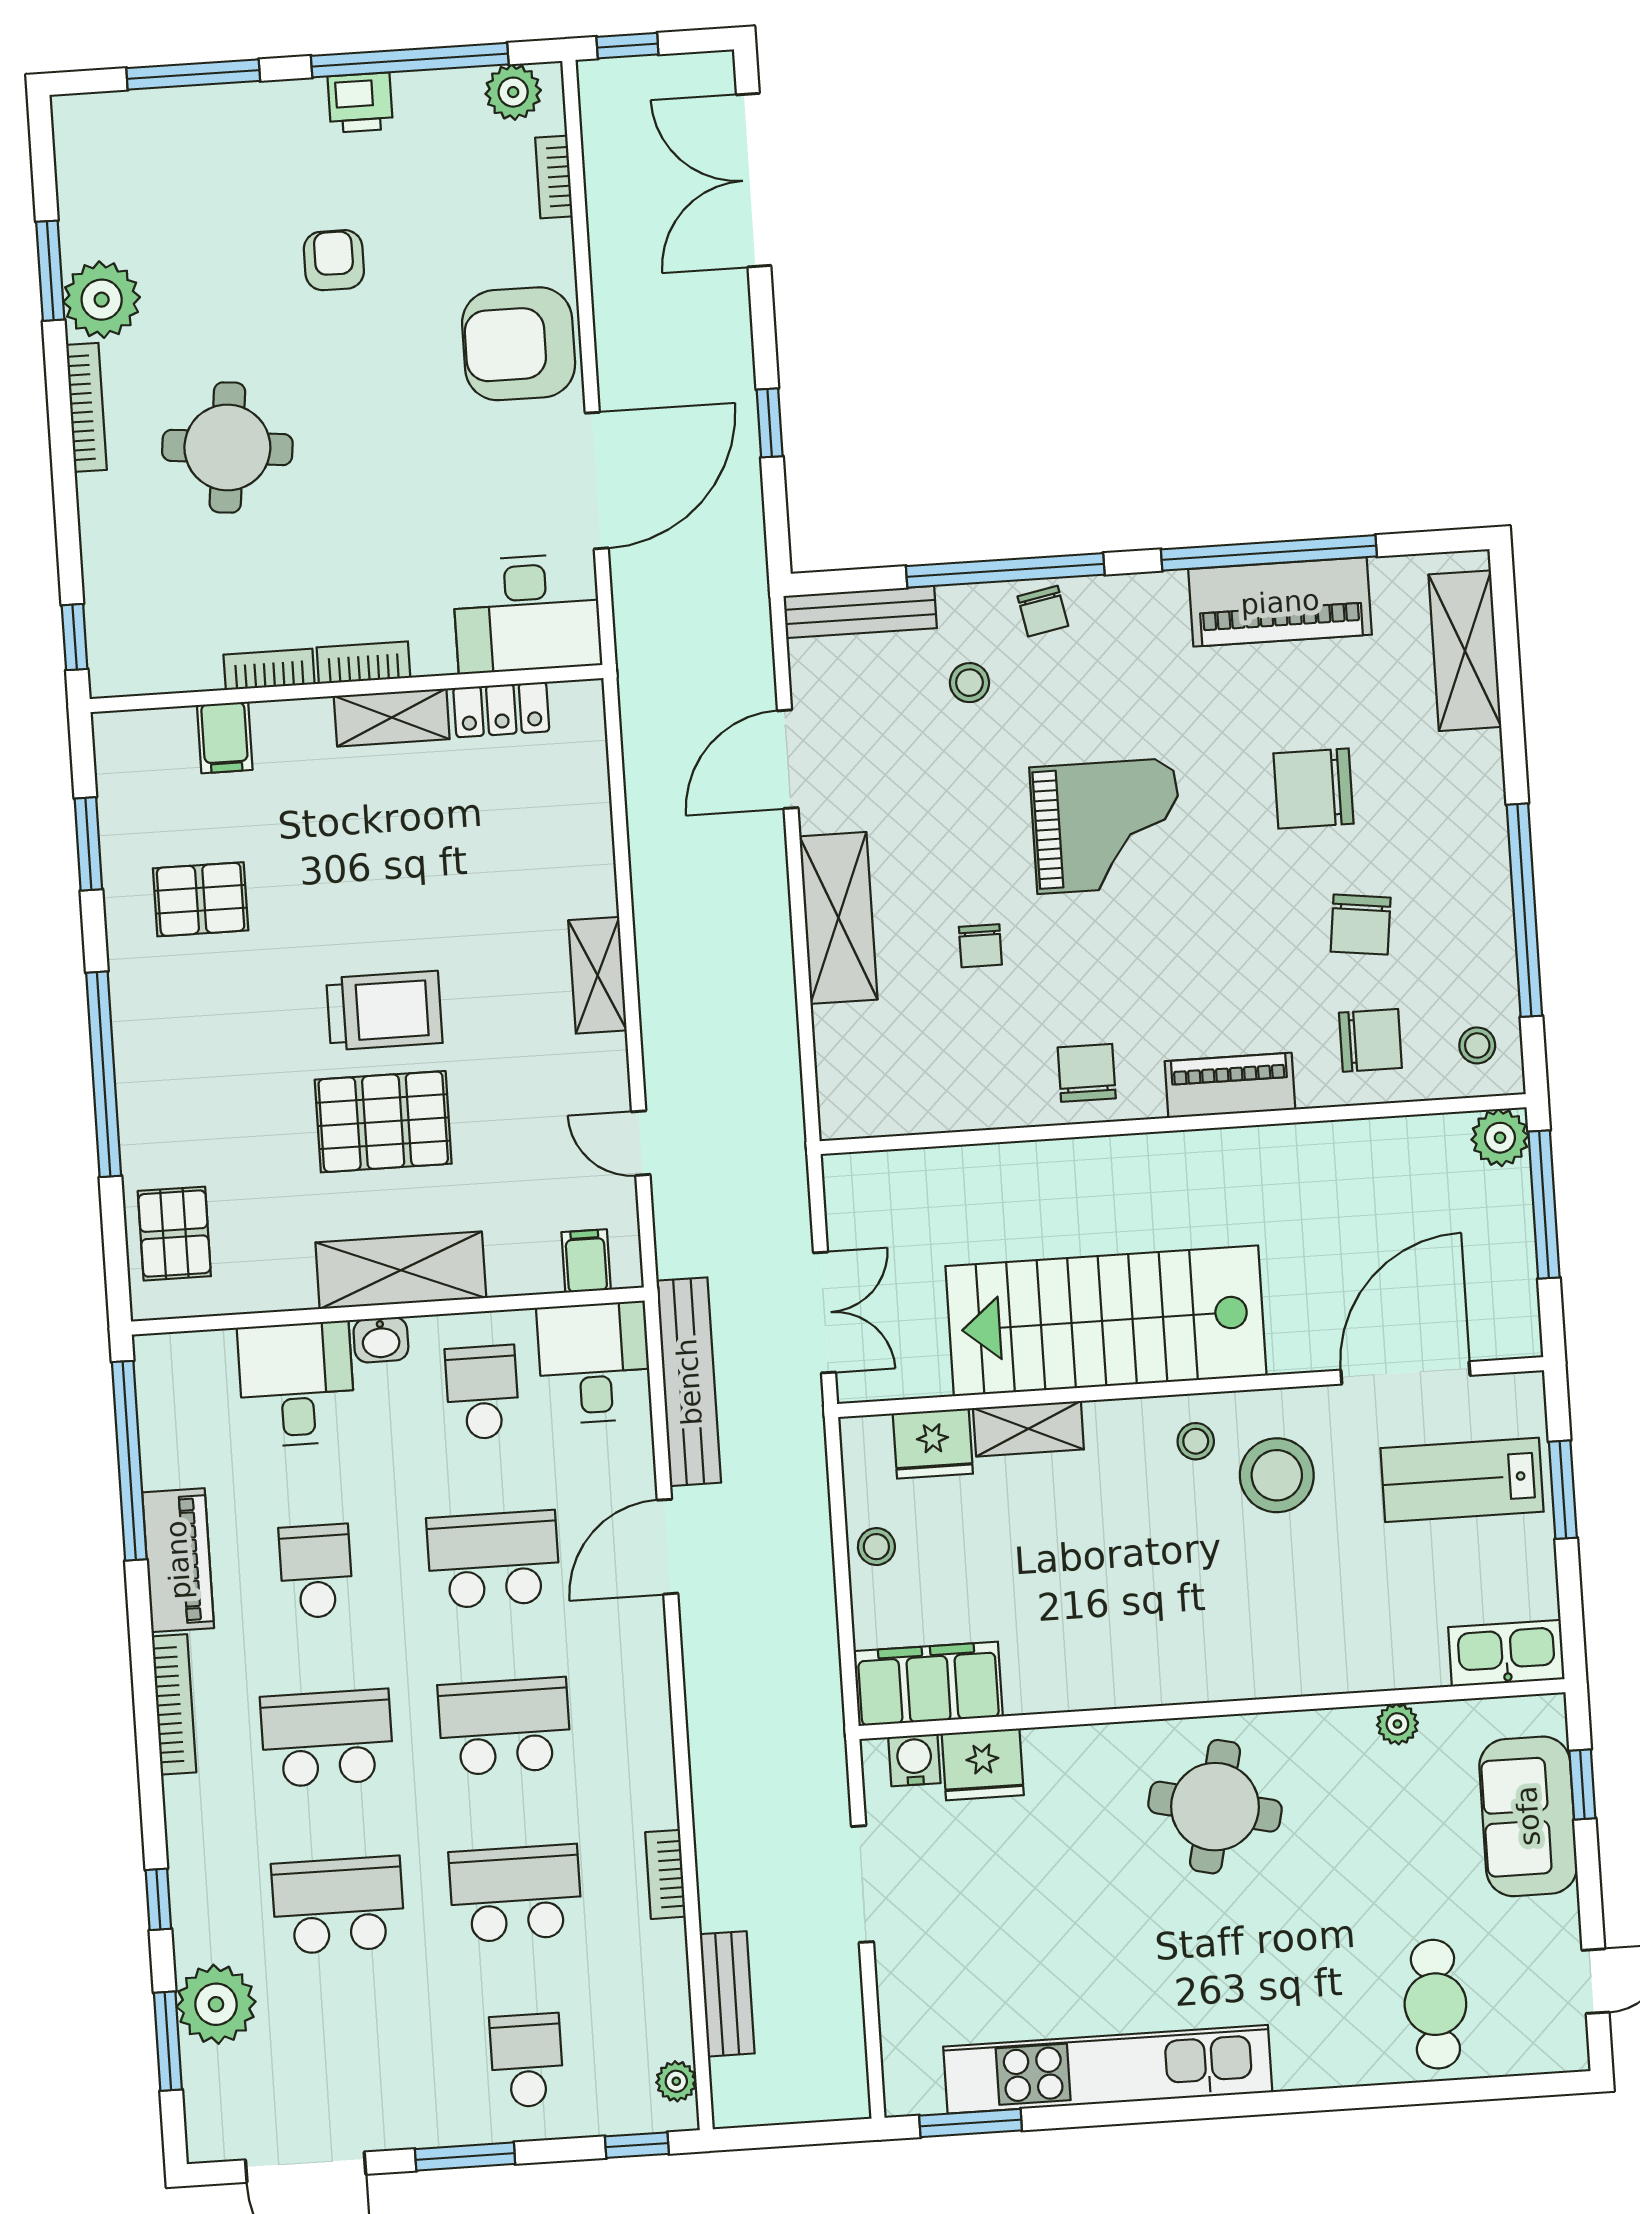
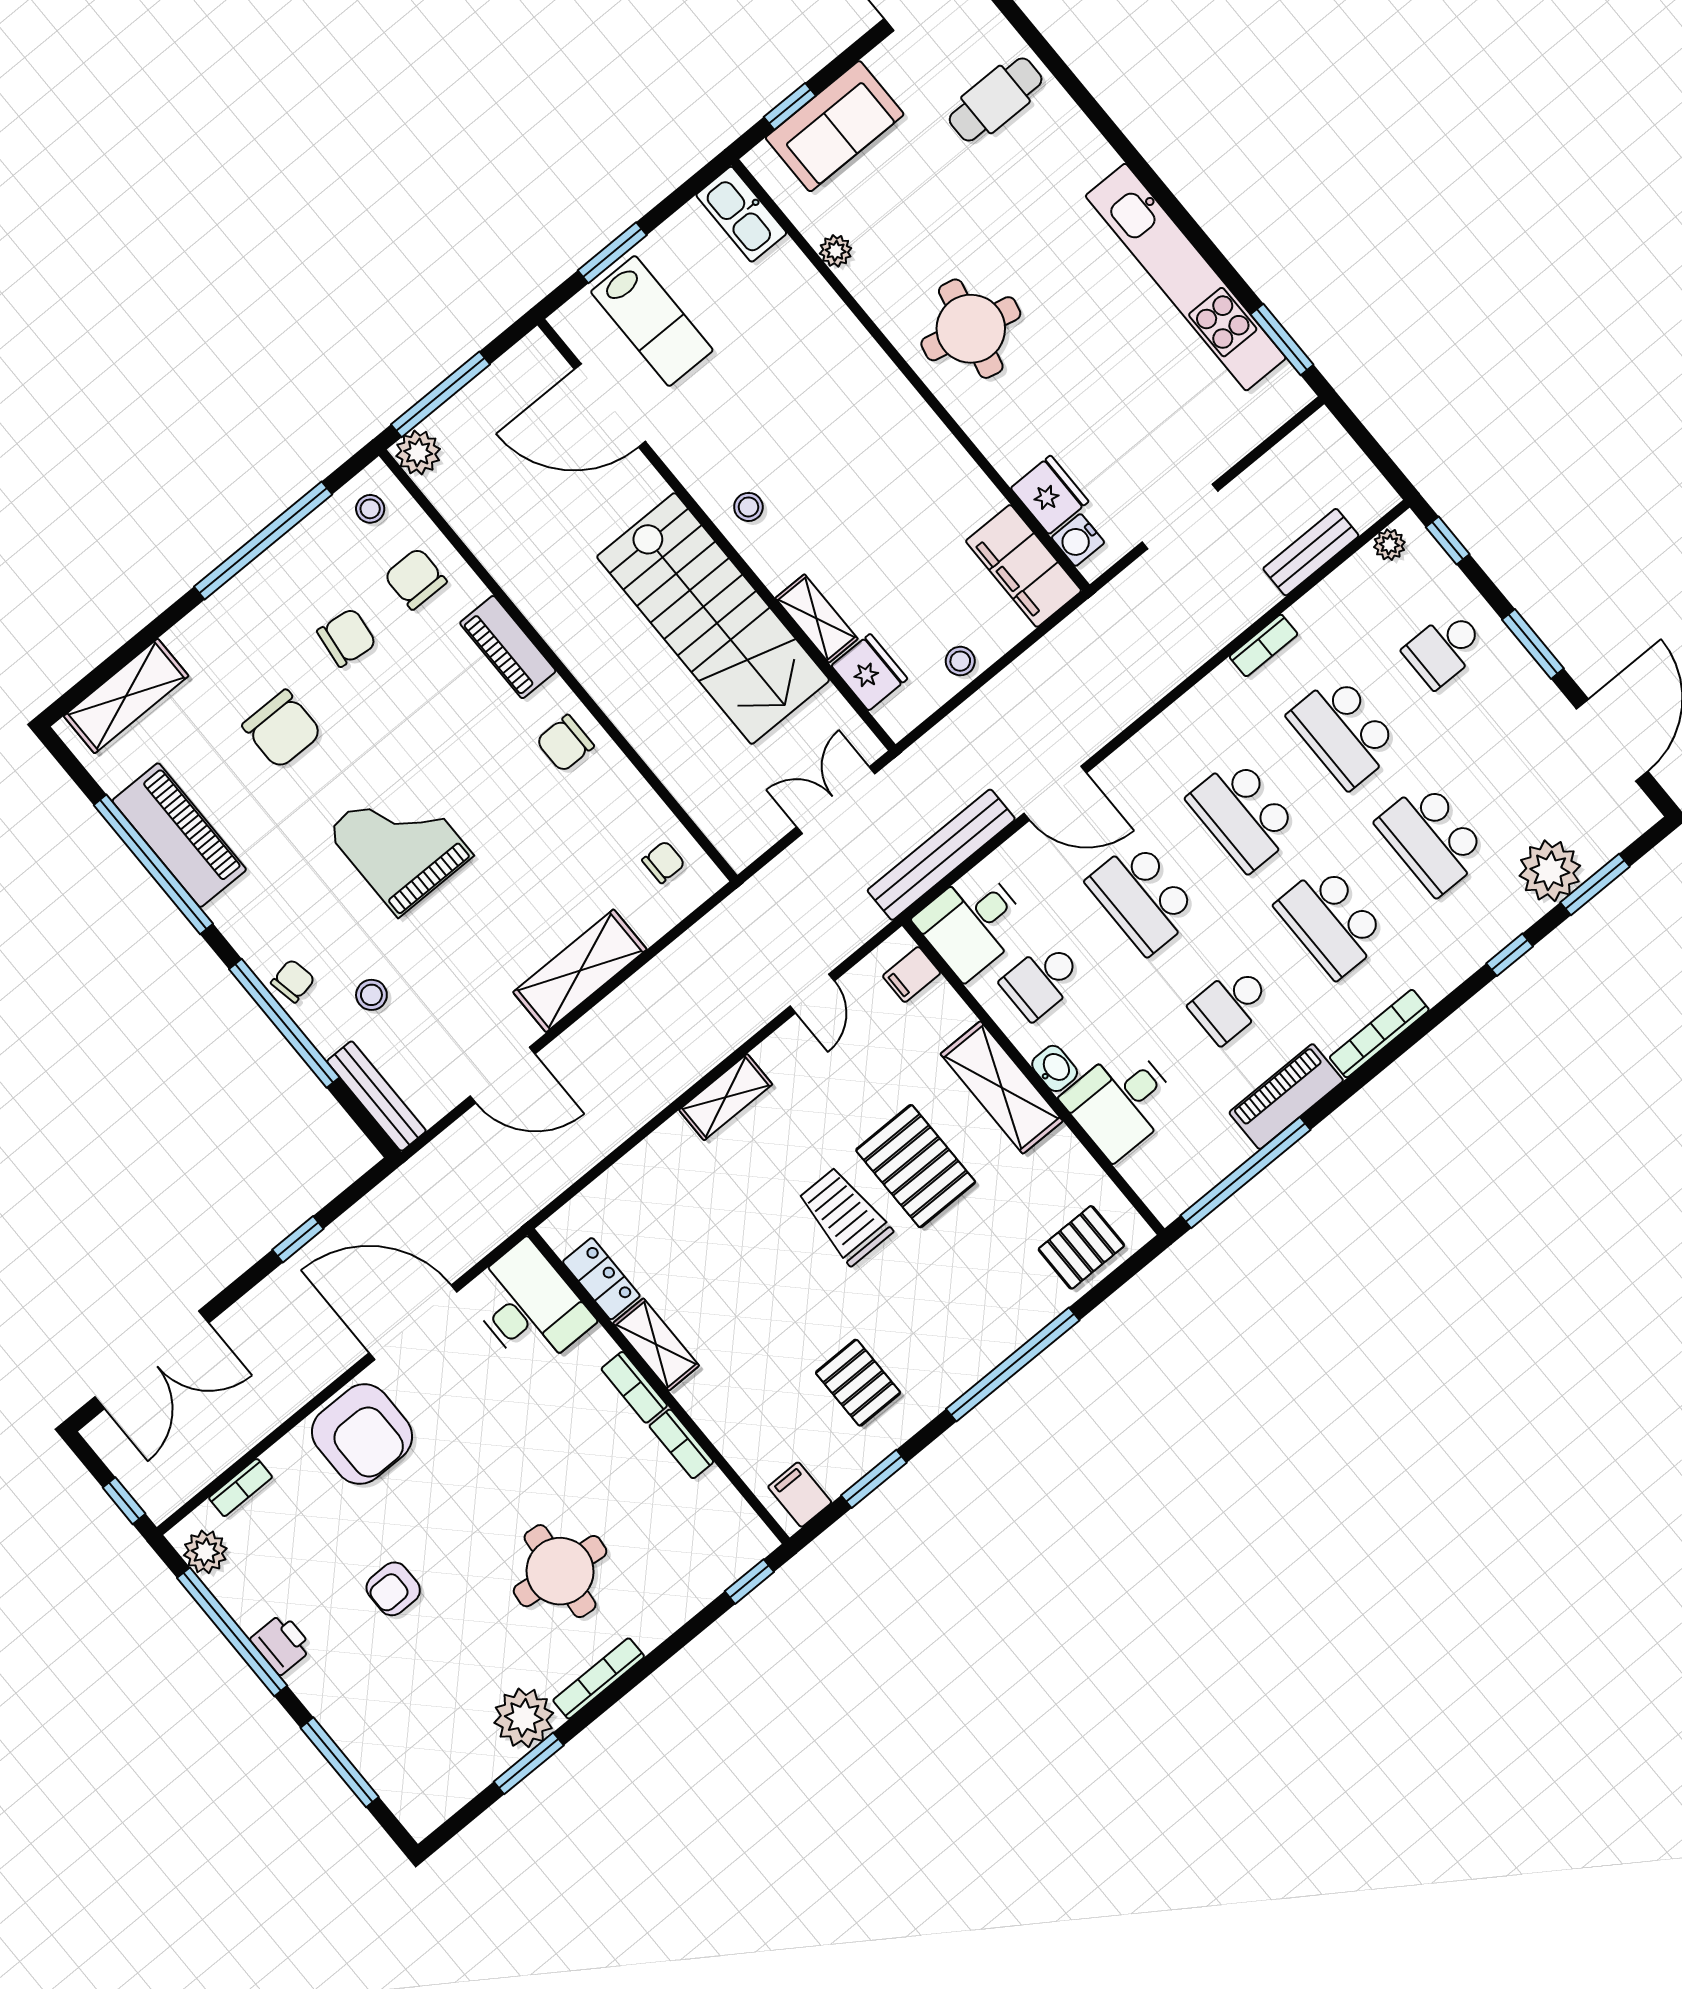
filing cabinet: (225, 737) -> (800, 1495), moved, turned -90
chair: (980, 946) -> (663, 862), moved
stool: (1277, 1475) -> (733, 440), removed

